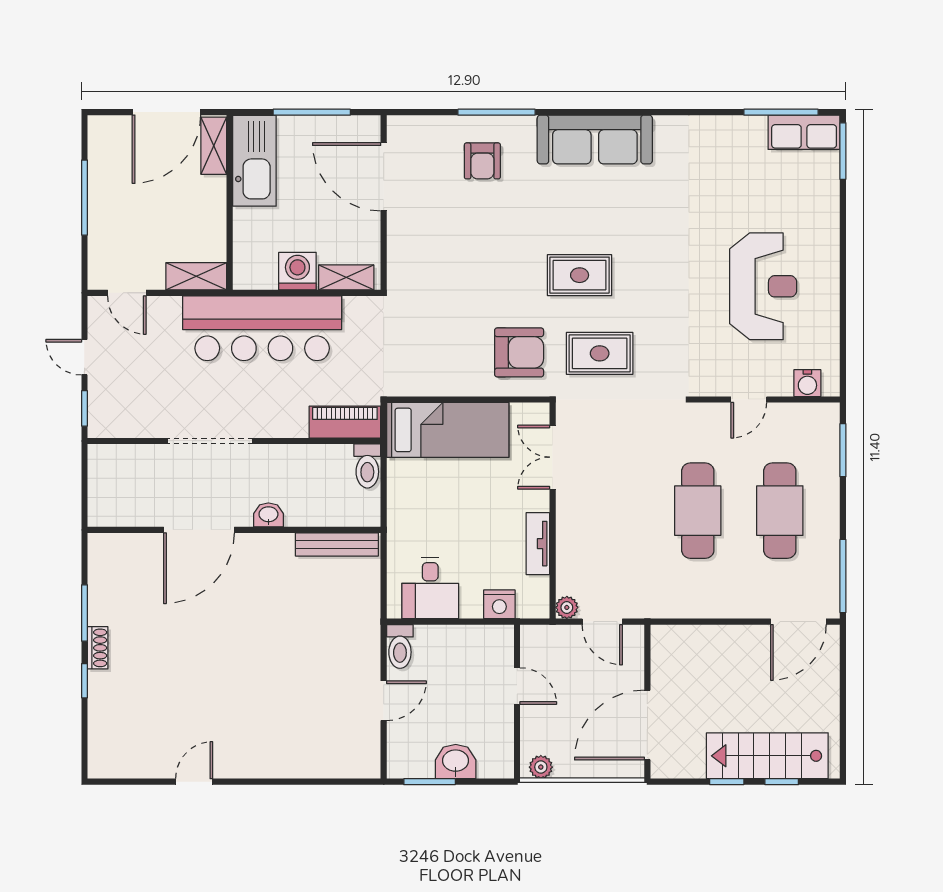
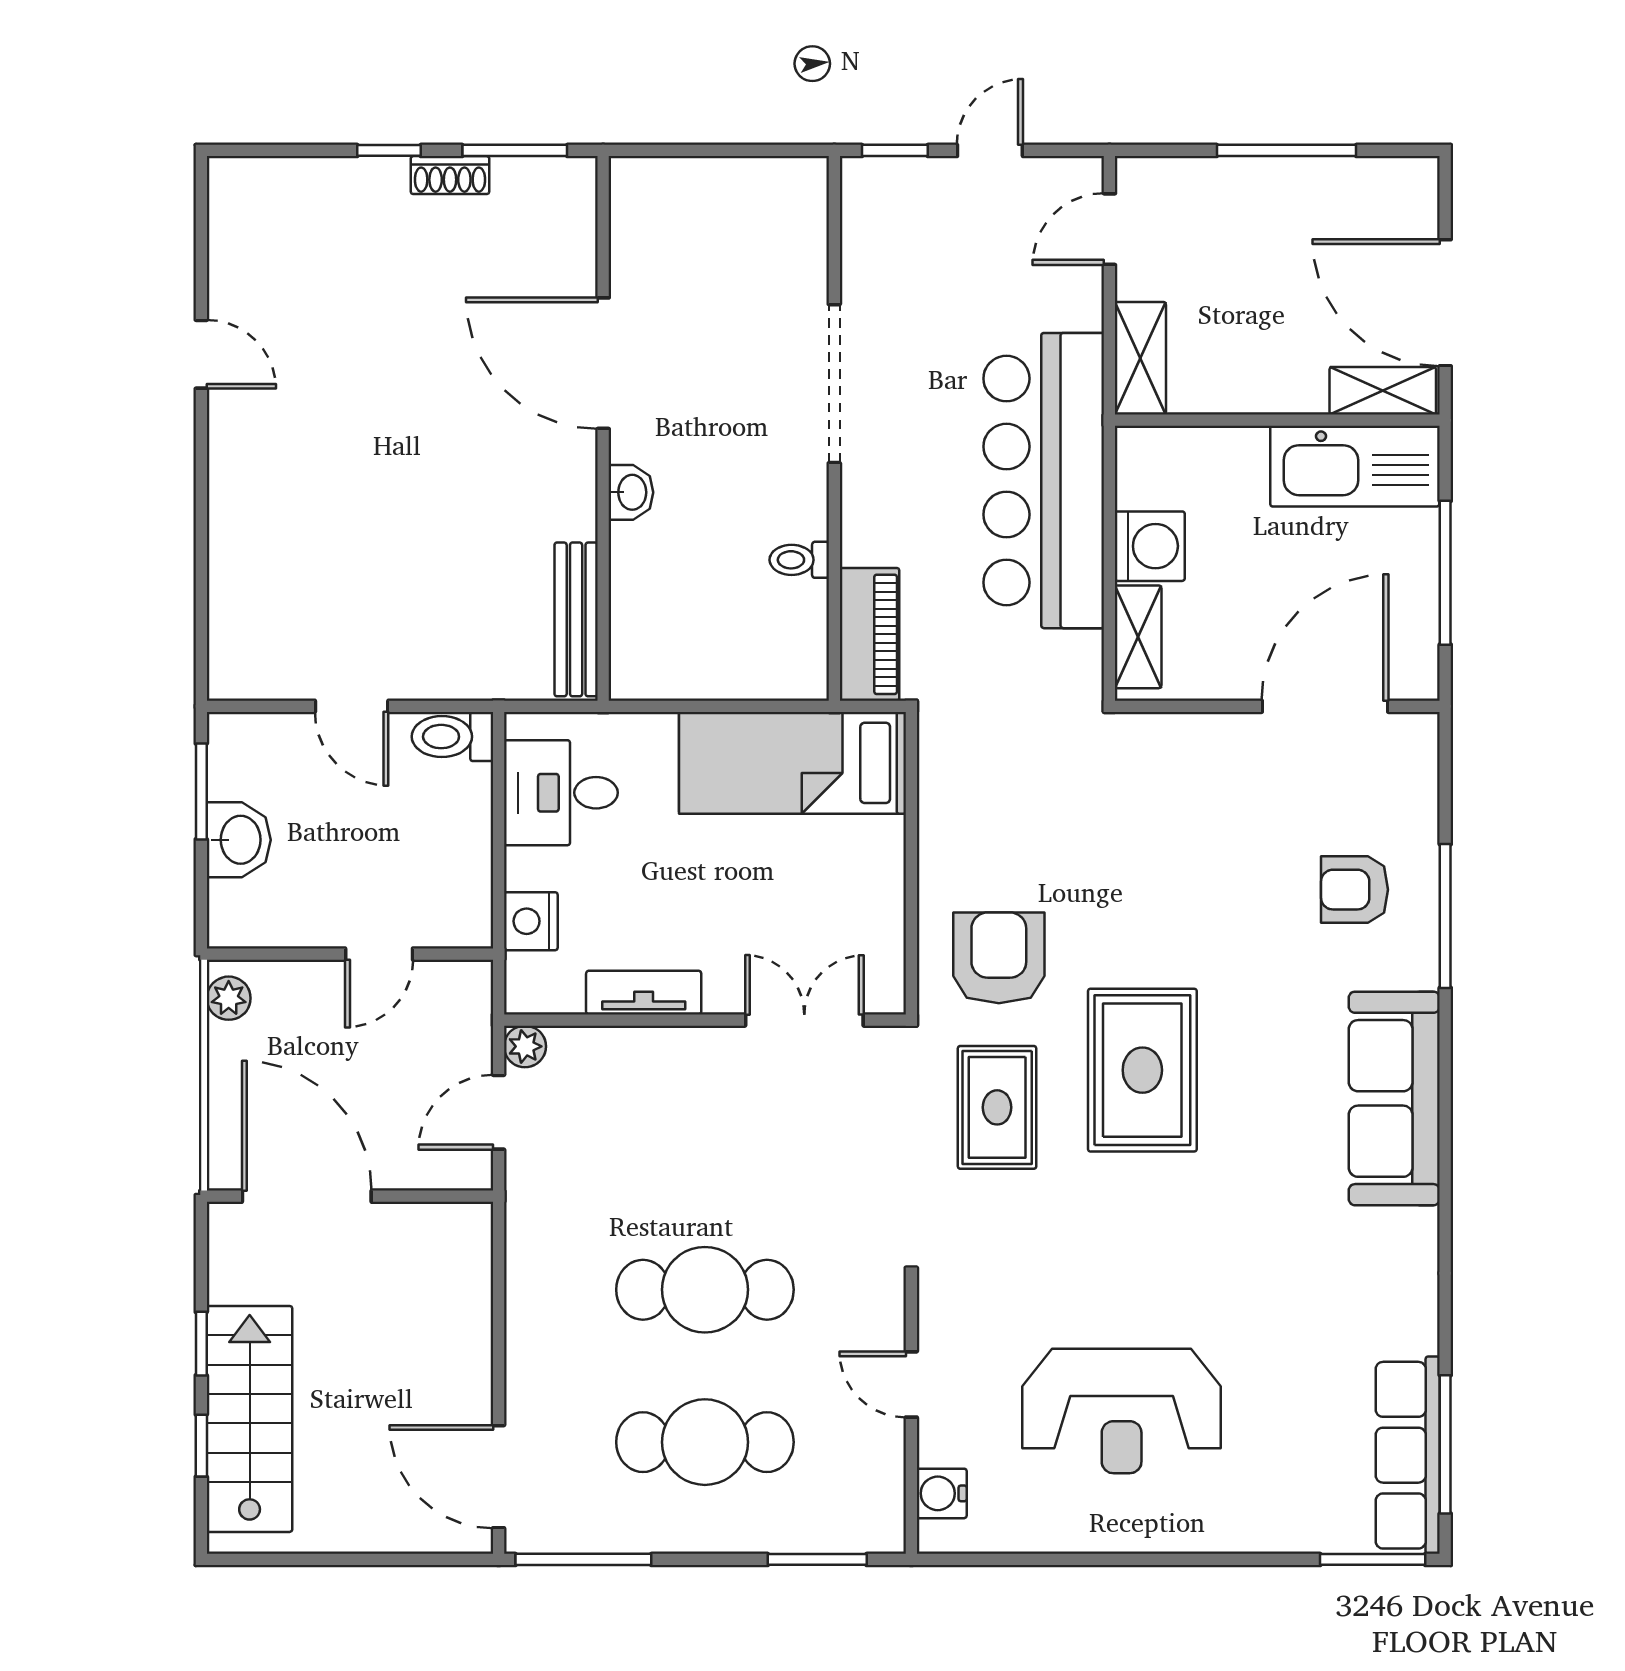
row of seats: (804, 132) -> (1408, 1455), width x1.48
rug: (580, 275) -> (1142, 1070), width x1.36, depth x1.43
armchair: (519, 352) -> (999, 958), turned 180
bed: (448, 430) -> (792, 763), moved, turned 90
toilet: (367, 466) -> (799, 560), moved, width x0.73, depth x0.72
washbasin: (268, 515) -> (631, 492), moved
door: (199, 530) -> (603, 363), moved
wall: (234, 530) -> (603, 428), moved
bench: (337, 544) -> (576, 619), moved

